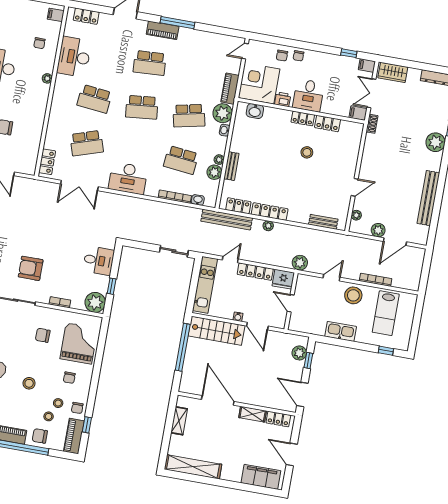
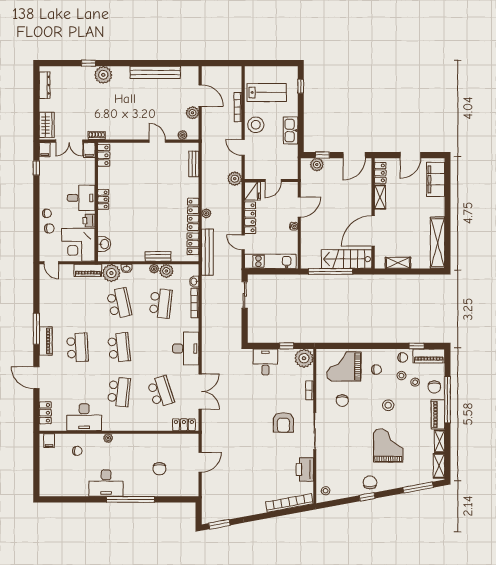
locker: (328, 124) -> (104, 155), moved
stool: (307, 152) -> (133, 190), removed
stairs: (216, 331) -> (347, 259), moved, turned -90

